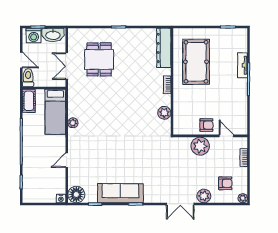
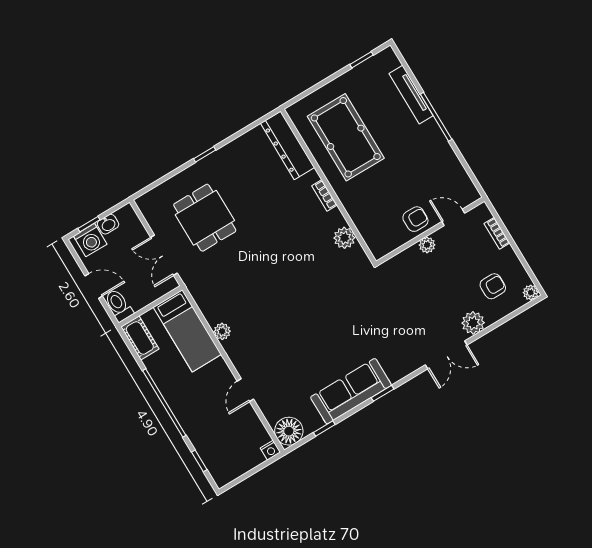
washbasin: (53, 35) -> (108, 224), width x0.52, depth x0.69
tv unit: (243, 65) -> (411, 95), width x1.41
plant: (200, 146) -> (427, 245), width x0.53, depth x0.53

